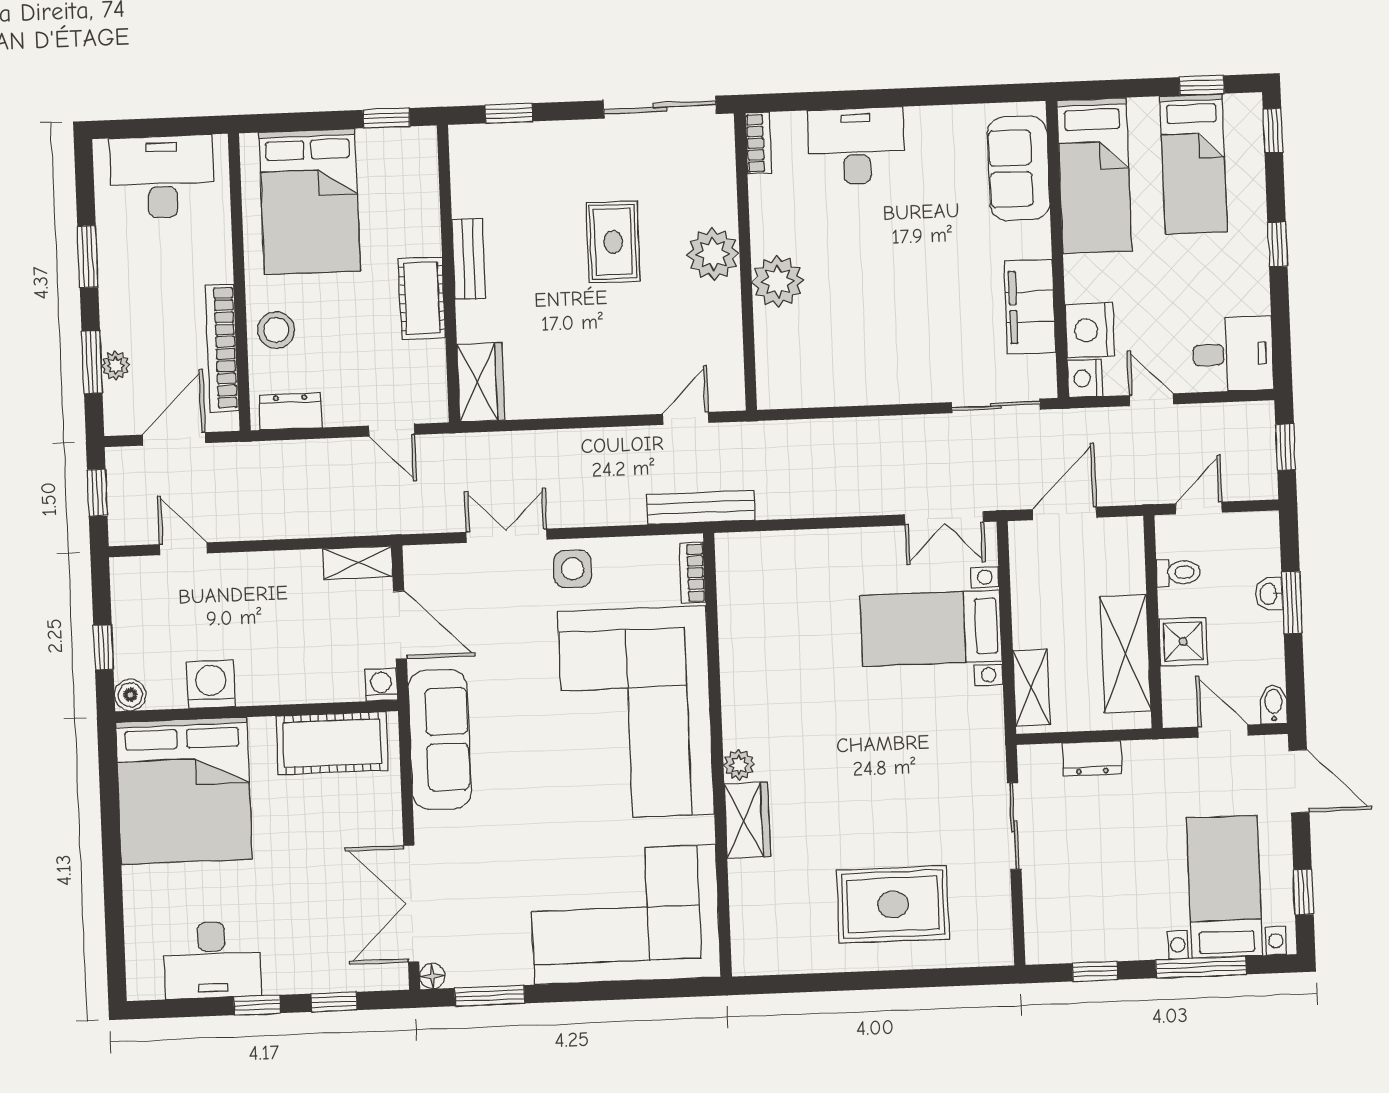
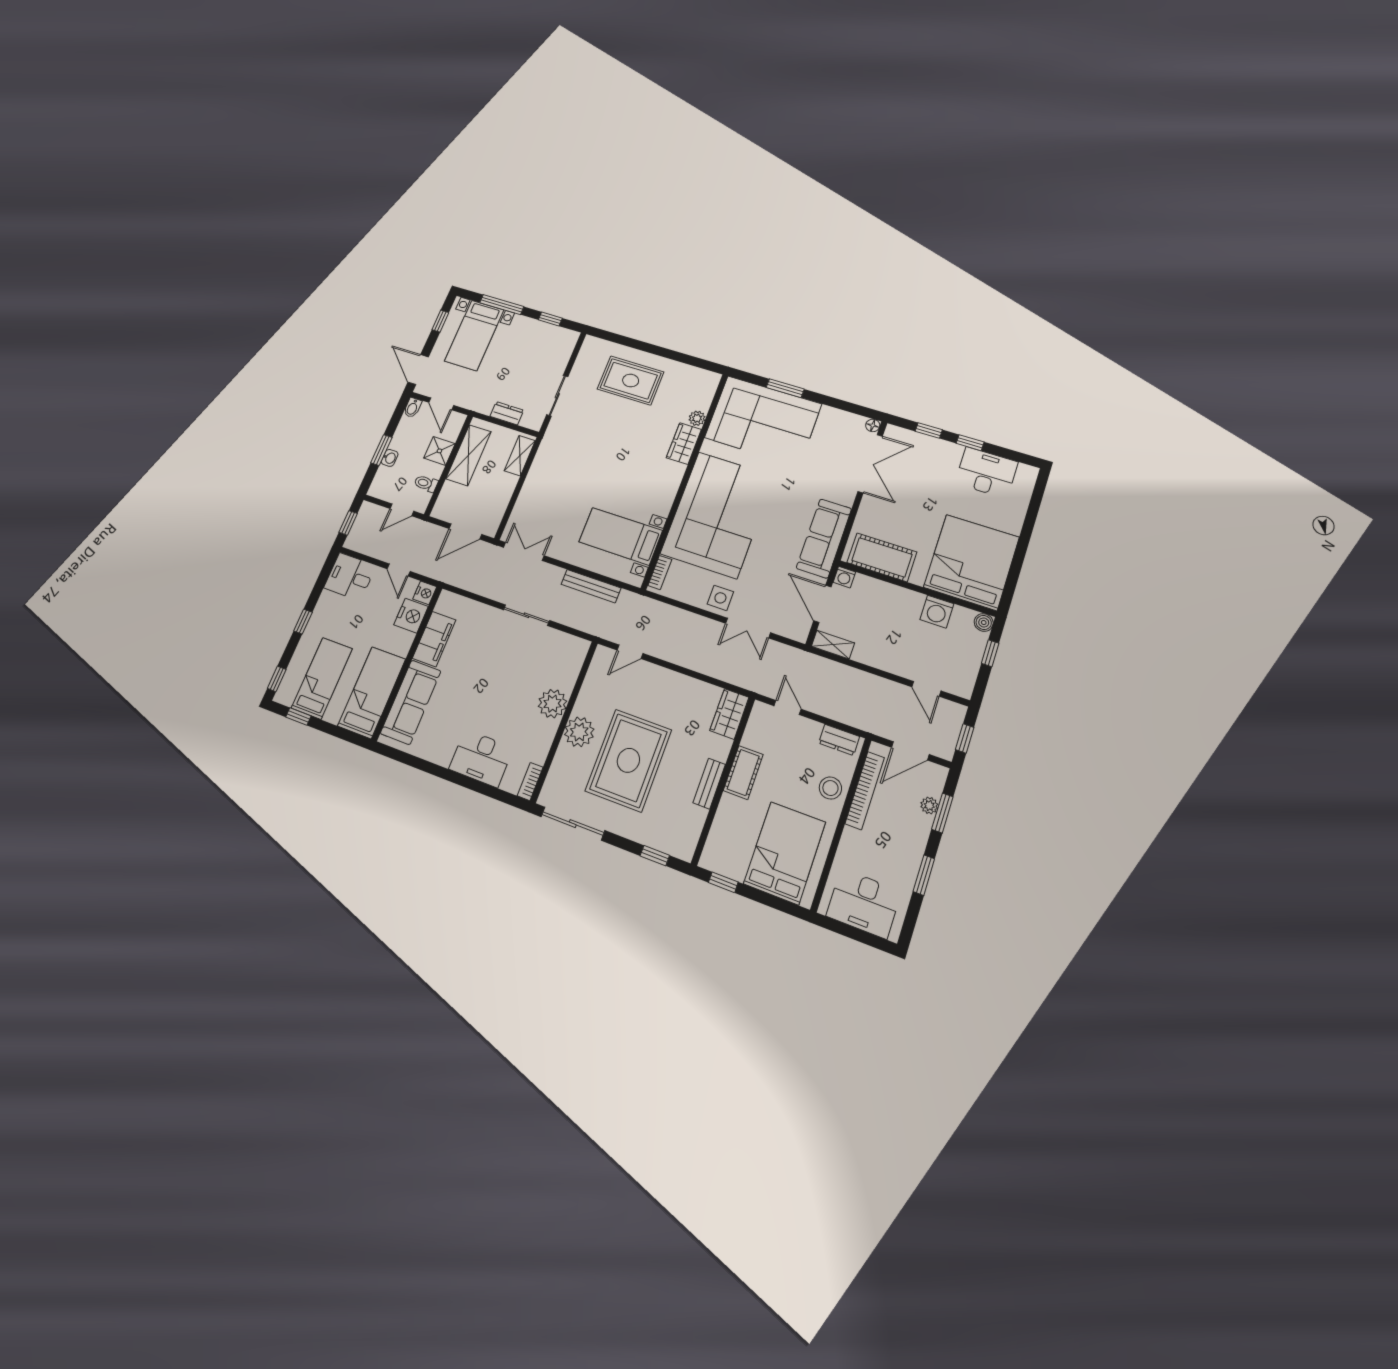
sofa: (1018, 168) -> (411, 702), width x1.36
rug: (613, 242) -> (628, 760), width x1.86, depth x2.06
sliding door: (996, 406) -> (526, 615), moved
bench: (701, 507) -> (591, 586), moved
bed with nightstands: (931, 628) -> (621, 536), moved, turned 180
plant: (739, 765) -> (697, 418), moved
window: (490, 996) -> (785, 388), moved

